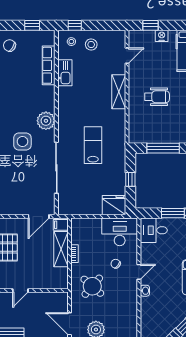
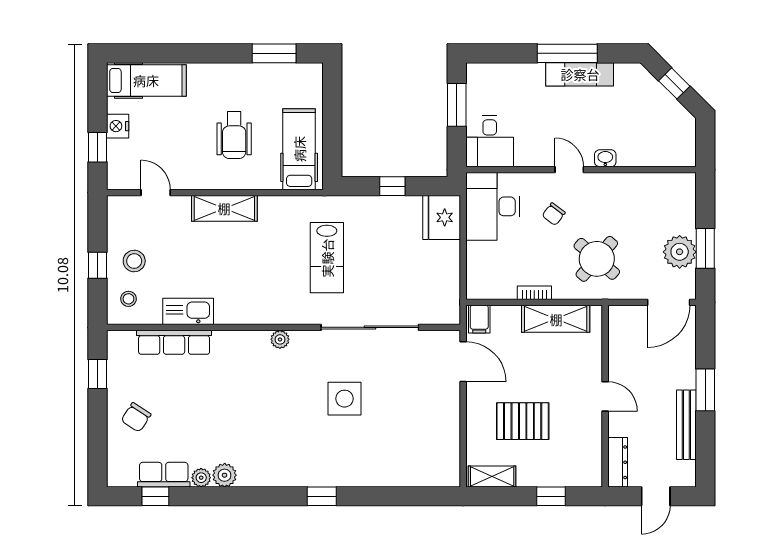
window: (75, 25) -> (98, 265), moved
wheelchair: (157, 97) -> (234, 135), turned 180
plant: (46, 121) -> (280, 339), width x0.53, depth x0.53
hospital bed: (150, 131) -> (299, 149), added
side table: (22, 142) -> (344, 399), moved
lab bench: (93, 145) -> (327, 258), turned -90
window: (163, 148) -> (332, 123), removed
shelving: (61, 249) -> (556, 319), moved

